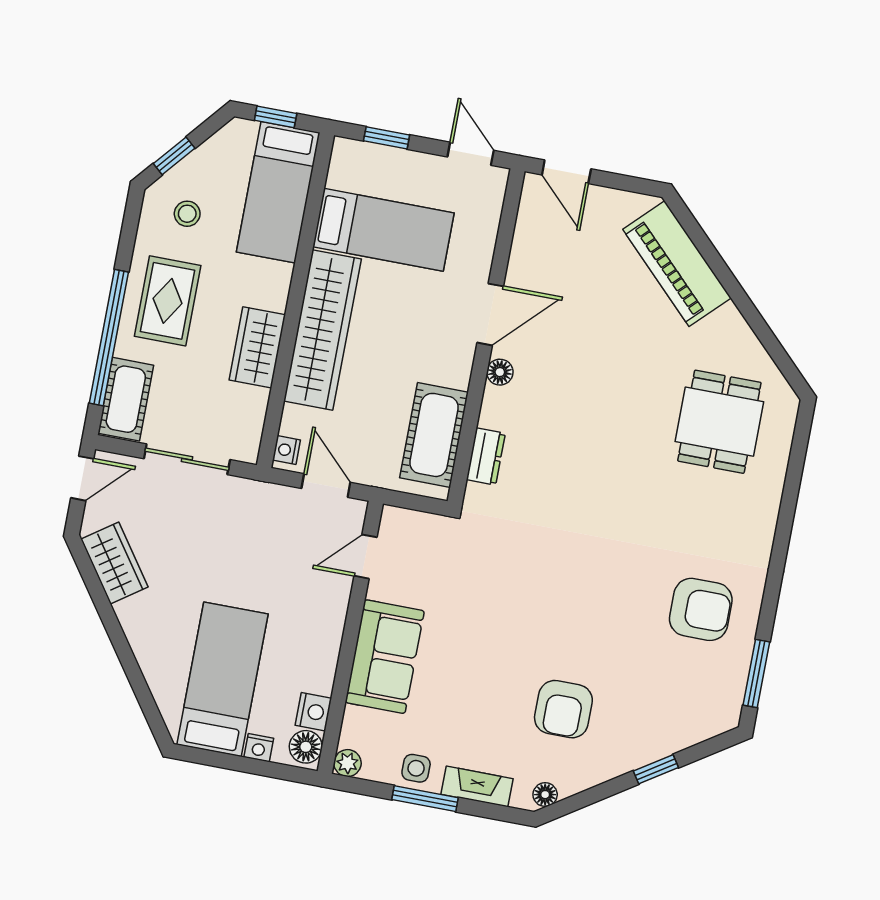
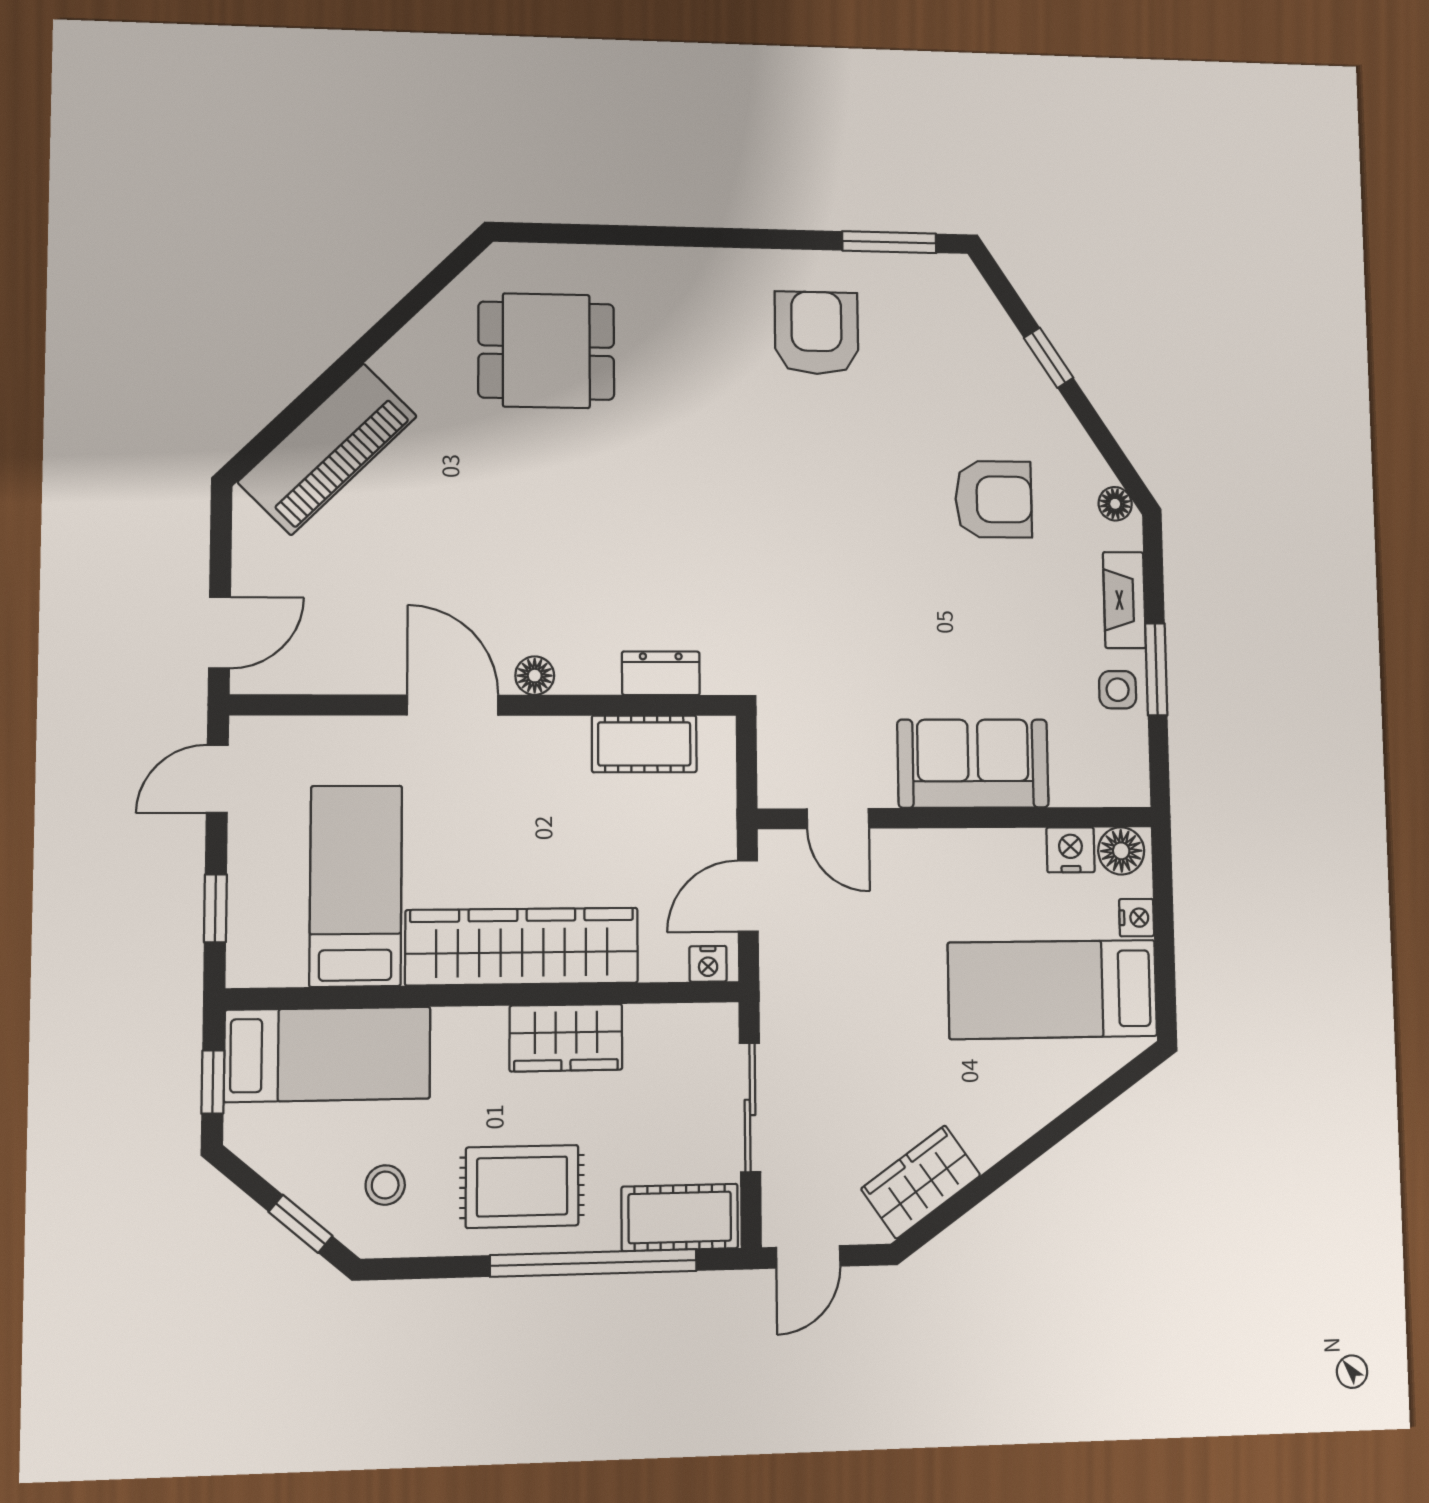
cot: (434, 435) -> (644, 744), width x0.73, depth x0.75
door: (82, 478) -> (808, 1257), swing flipped
plant: (347, 763) -> (1131, 787), removed

